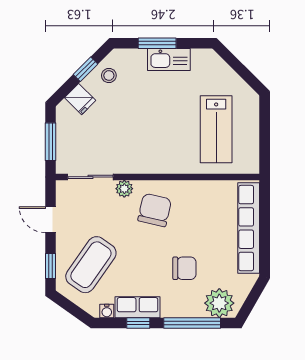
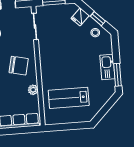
window: (157, 43) -> (118, 75), moved
plant: (124, 189) -> (33, 90), moved

